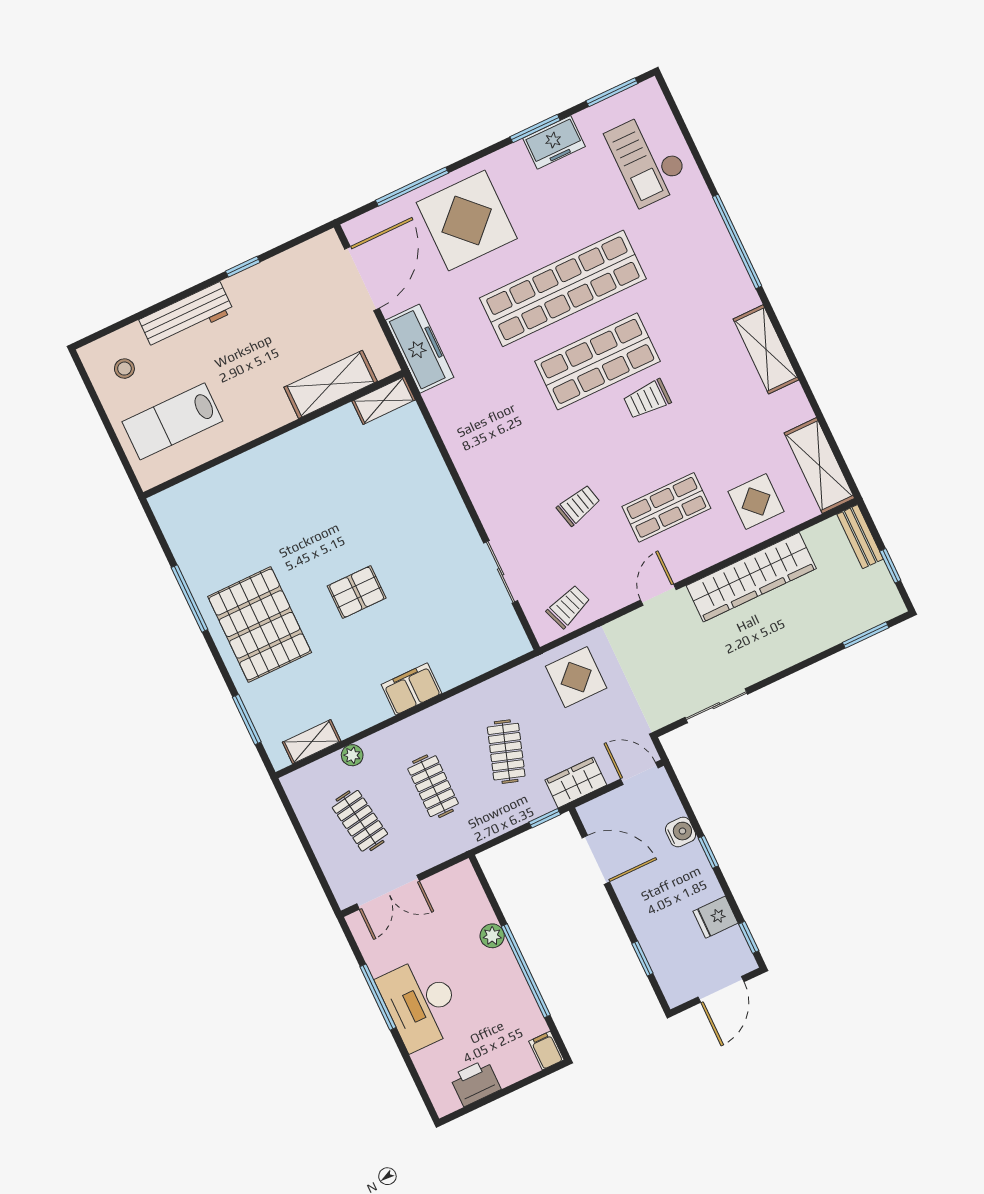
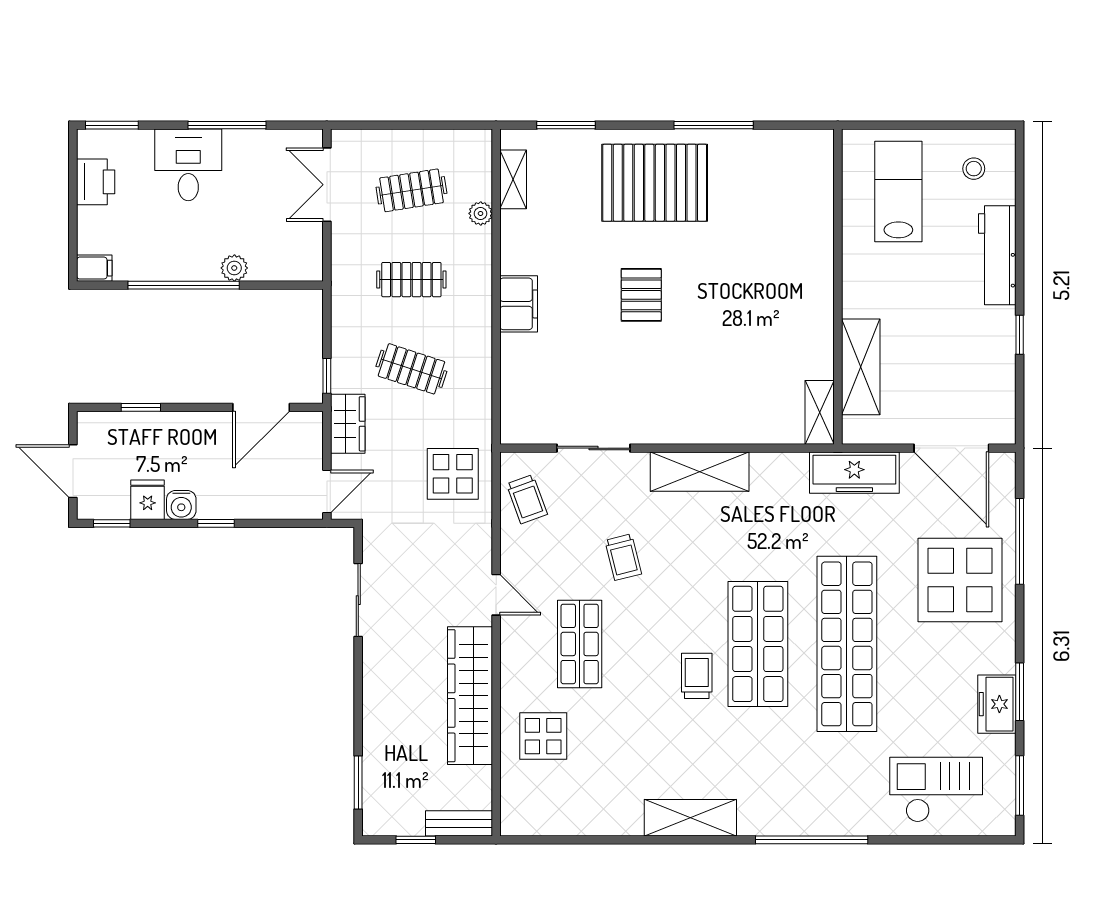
shelving: (819, 466) -> (700, 472), moved
water cooler: (681, 832) -> (181, 505), moved
desk: (421, 1003) -> (188, 165), width x0.73
window: (423, 1091) -> (112, 125), added

